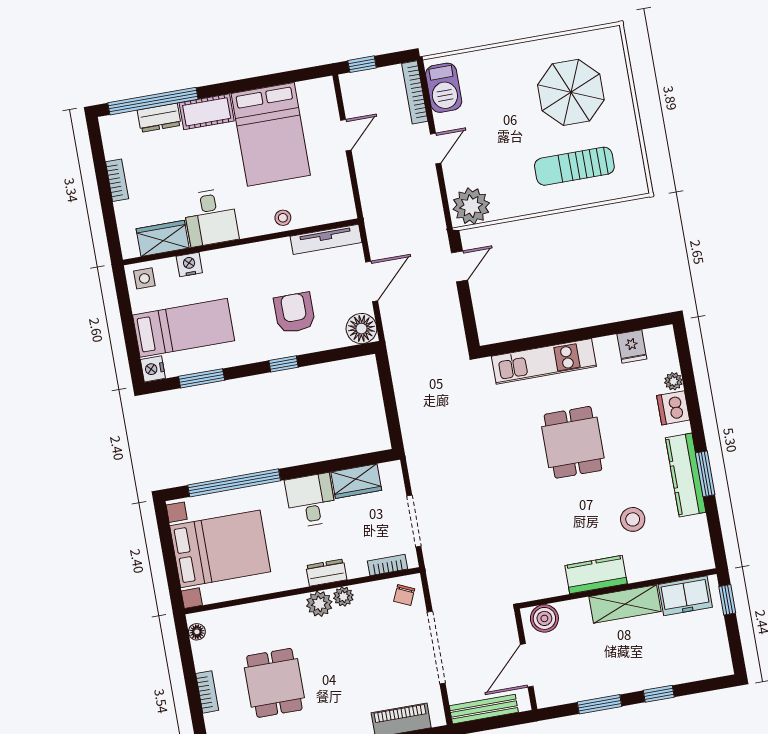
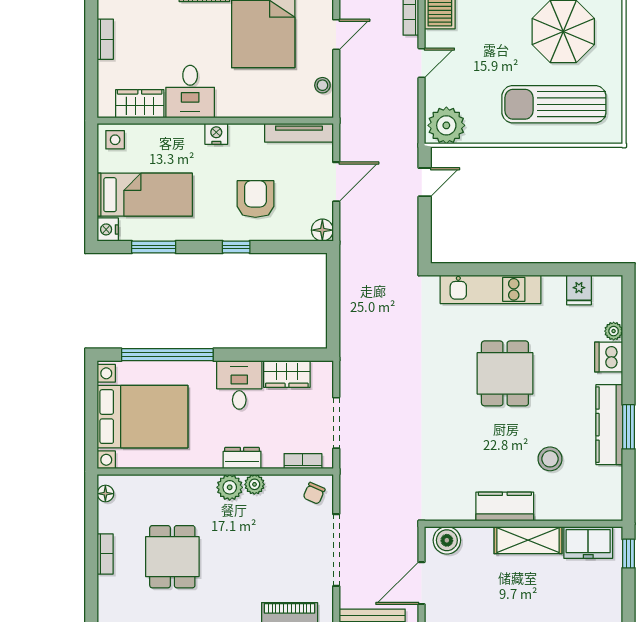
sun lounger: (574, 166) -> (554, 104), width x1.36, depth x1.34
stool: (283, 218) -> (322, 85), moved
nightstand: (189, 265) -> (216, 134), moved
floor lamp: (361, 329) -> (322, 230), width x0.73, depth x0.73

